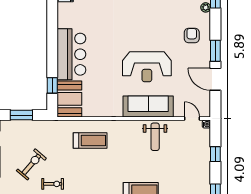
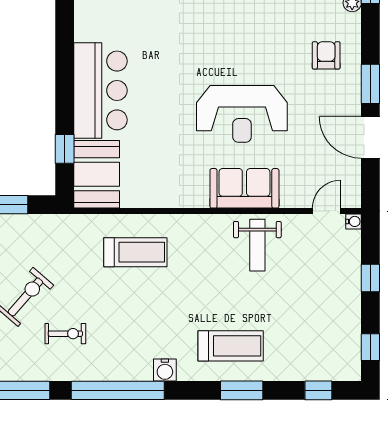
sofa: (148, 106) -> (244, 188), width x0.73
door: (192, 119) -> (327, 211), hinge flipped

